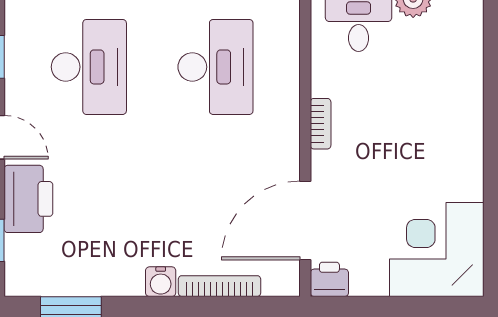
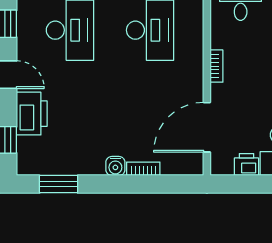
printer: (329, 279) -> (247, 164), moved
bookcase: (220, 286) -> (143, 169), width x0.64

